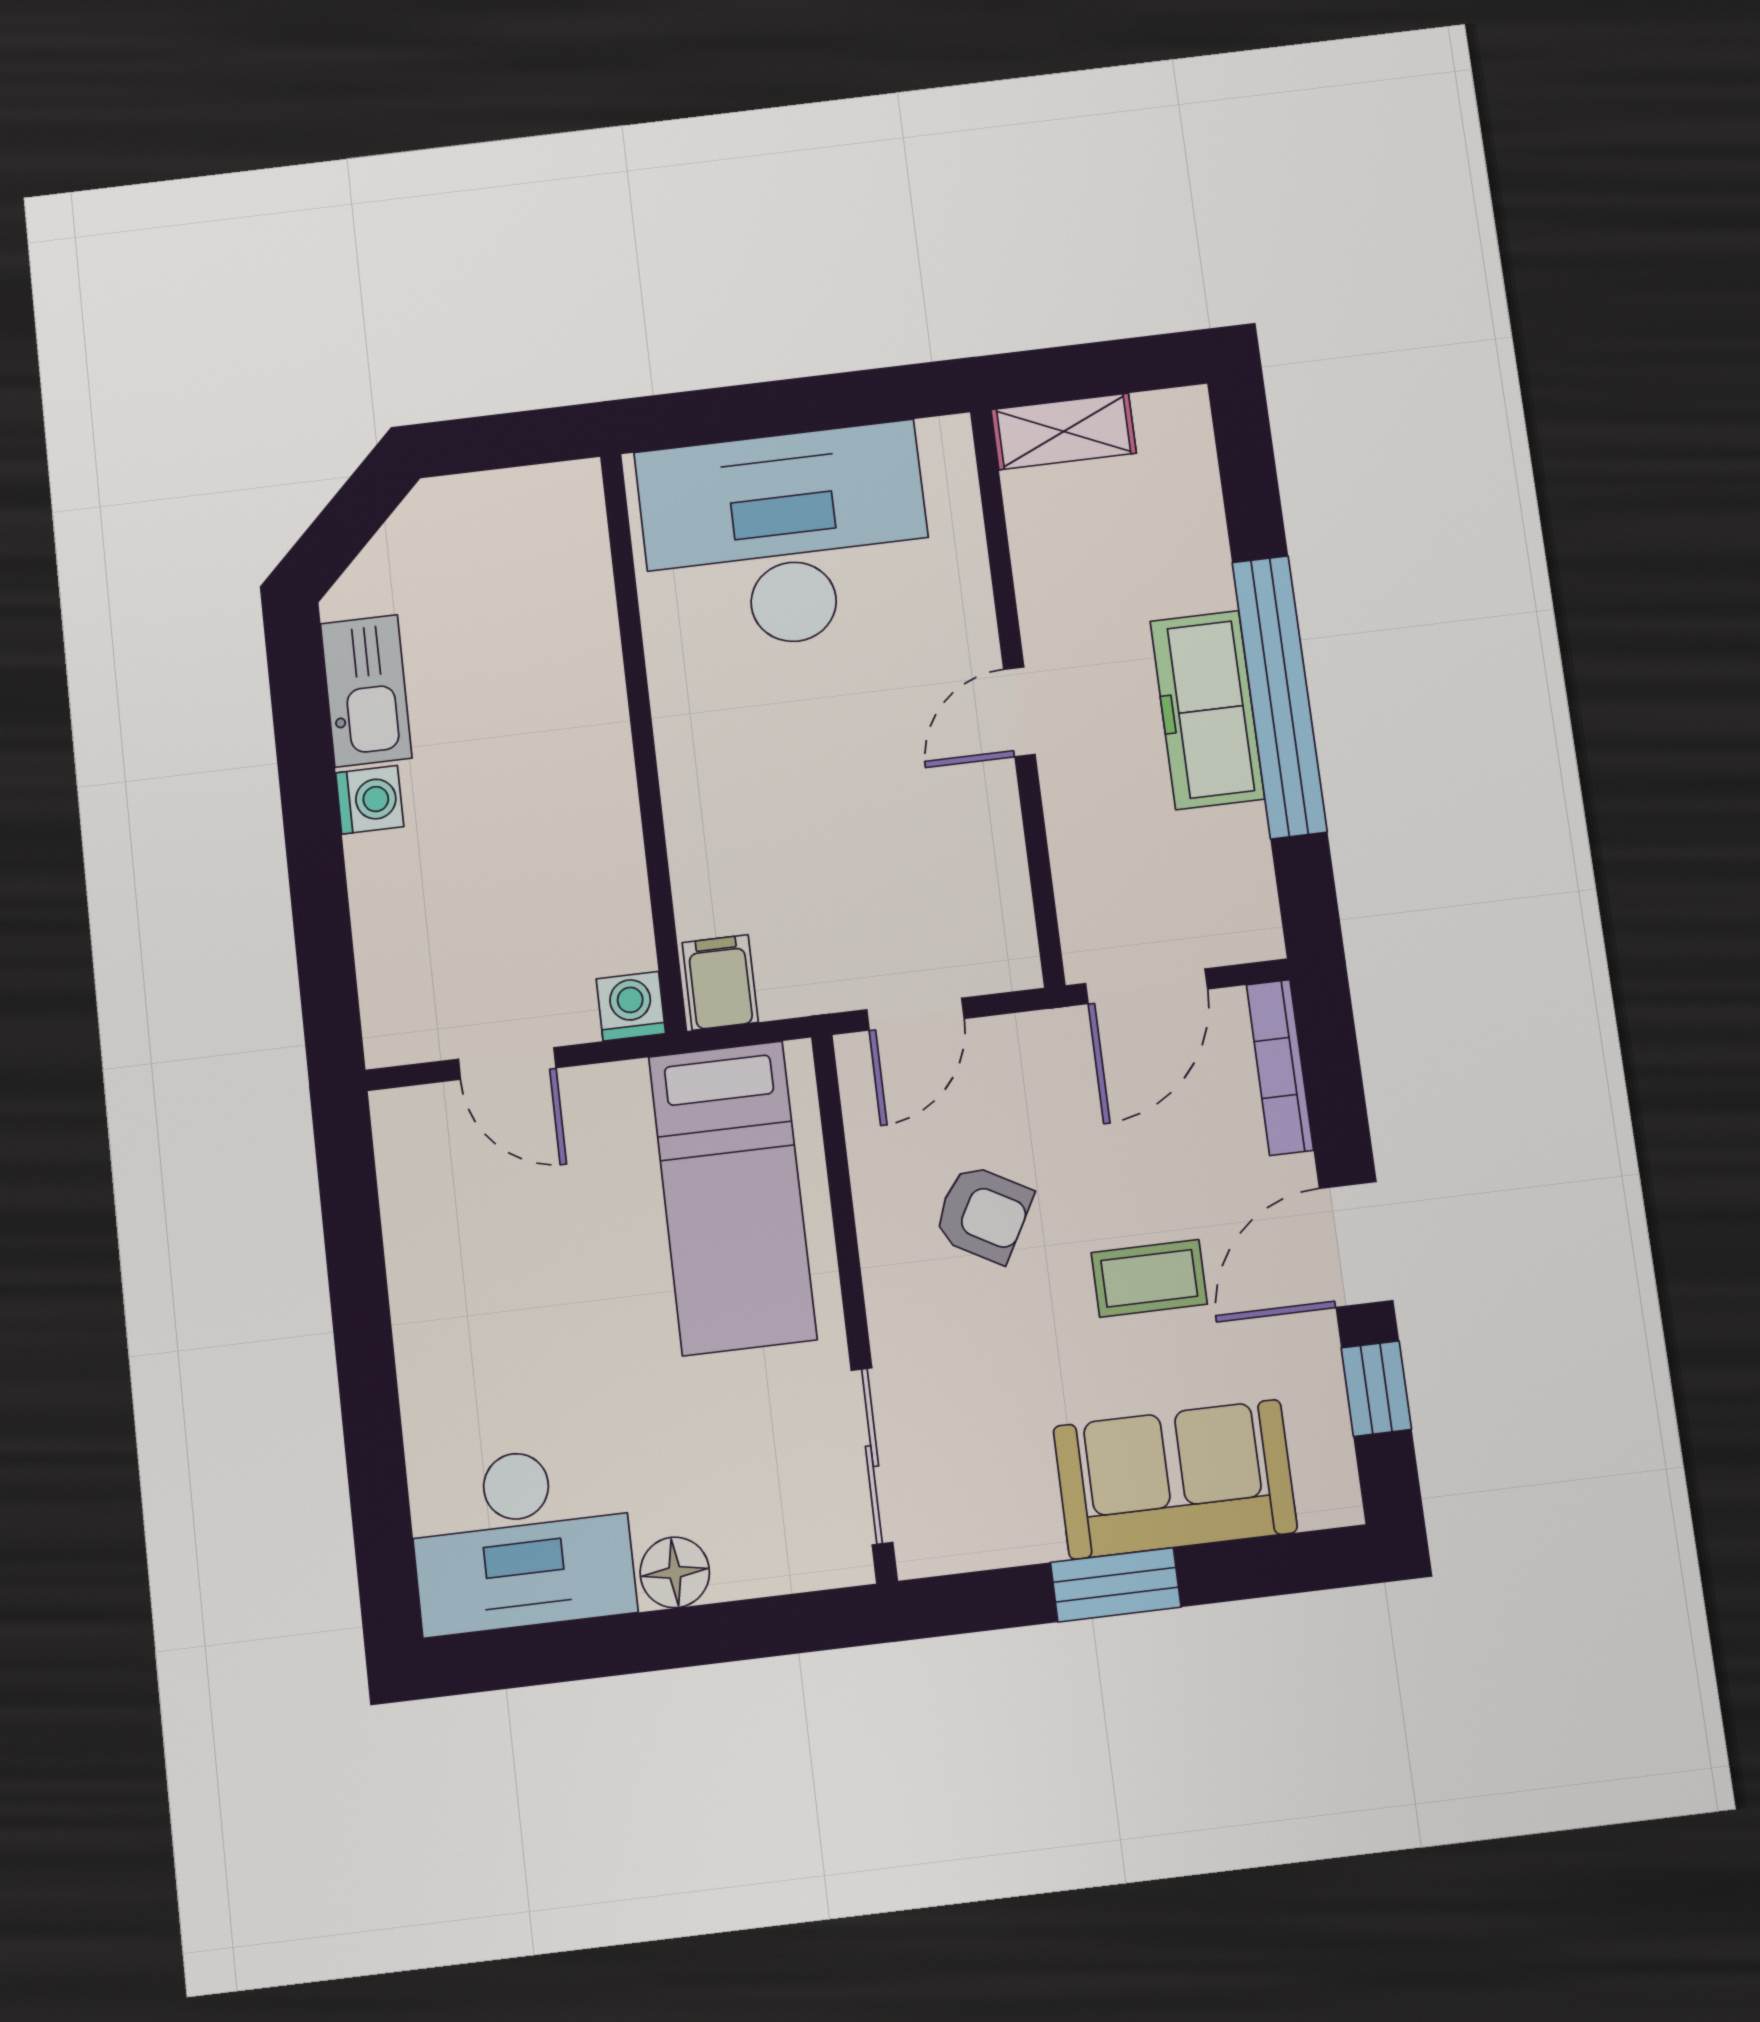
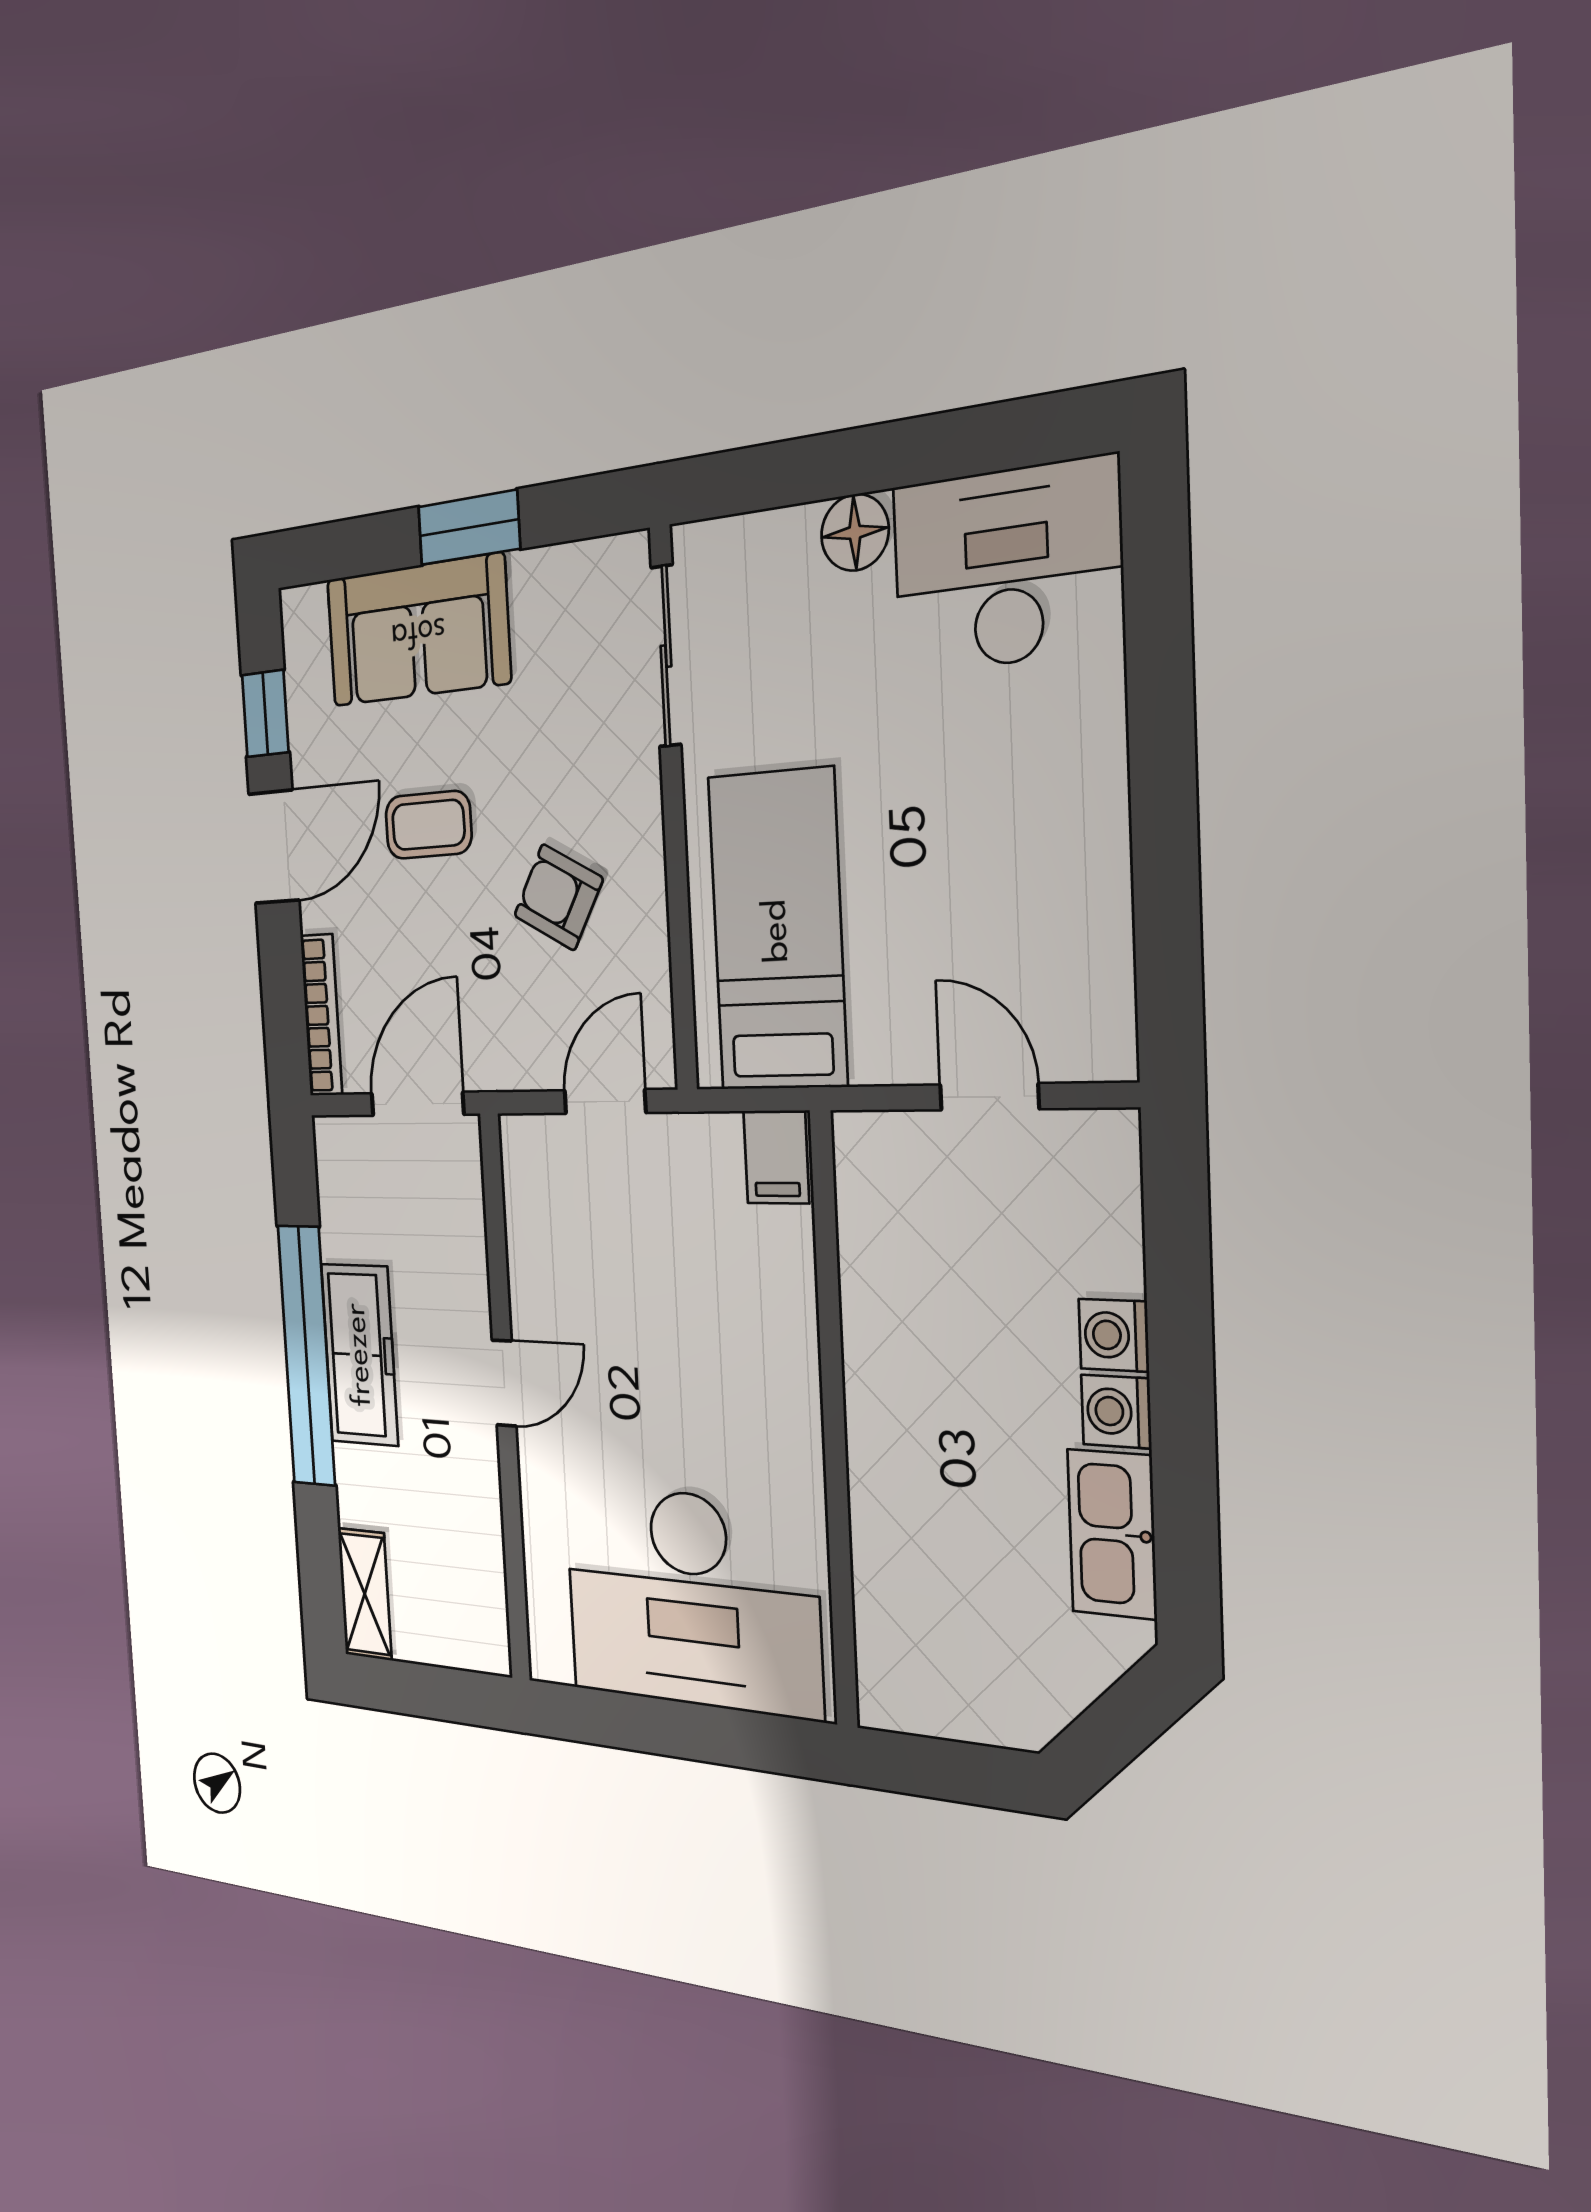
shelving: (1064, 431) -> (365, 1594), moved, turned 90
washing machine: (631, 1006) -> (1114, 1335), moved, turned 90

